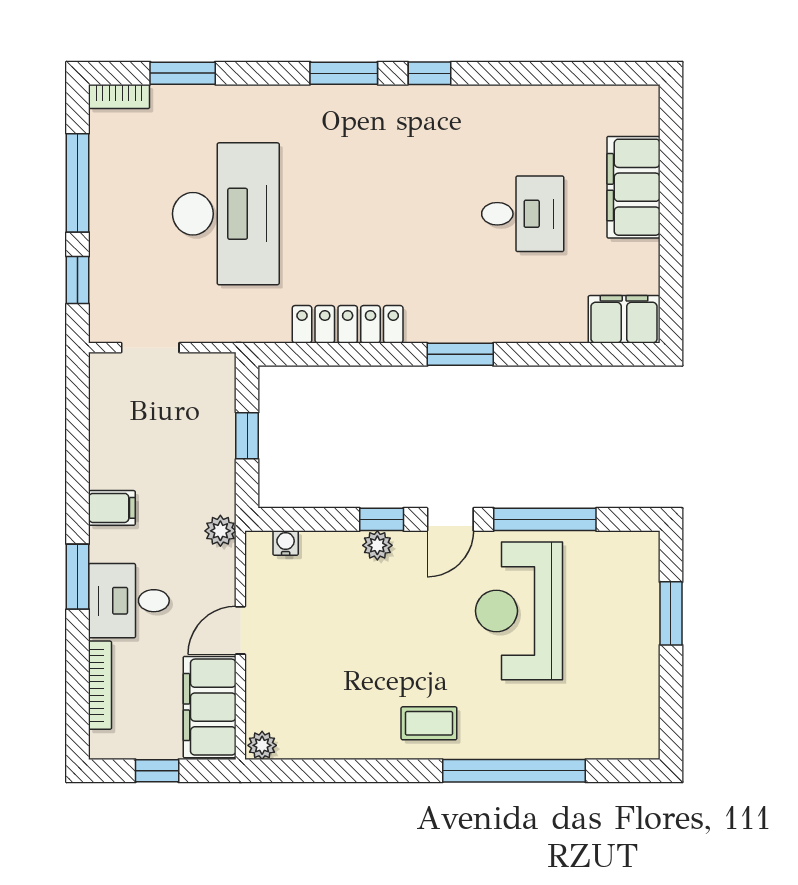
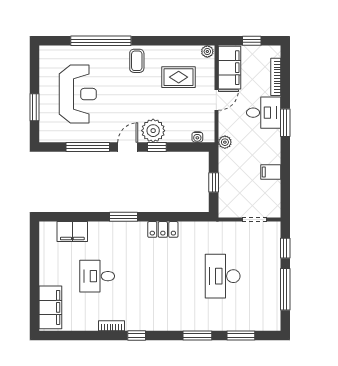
window: (344, 73) -> (197, 336), moved
bookcase: (119, 97) -> (111, 326), moved
filing cabinet: (633, 187) -> (50, 307), moved
desk: (226, 214) -> (223, 276), width x0.73, depth x0.77
filing cabinet: (624, 319) -> (72, 232), moved
locker: (348, 324) -> (163, 229), width x0.66
filing cabinet: (112, 508) -> (271, 172), moved
plant: (377, 545) -> (153, 131), width x1.88, depth x1.88
reception desk: (519, 611) -> (78, 94), moved
rug: (330, 685) -> (179, 77), added
coffee table: (429, 723) -> (137, 61), turned 90

